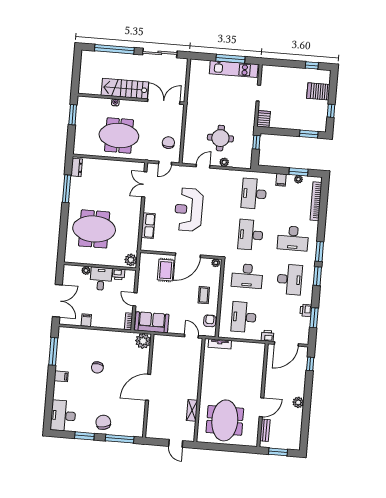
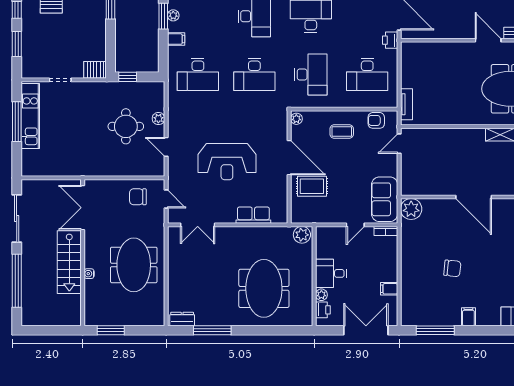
window: (287, 63) -> (17, 44), added
printer: (119, 274) -> (323, 310), moved

